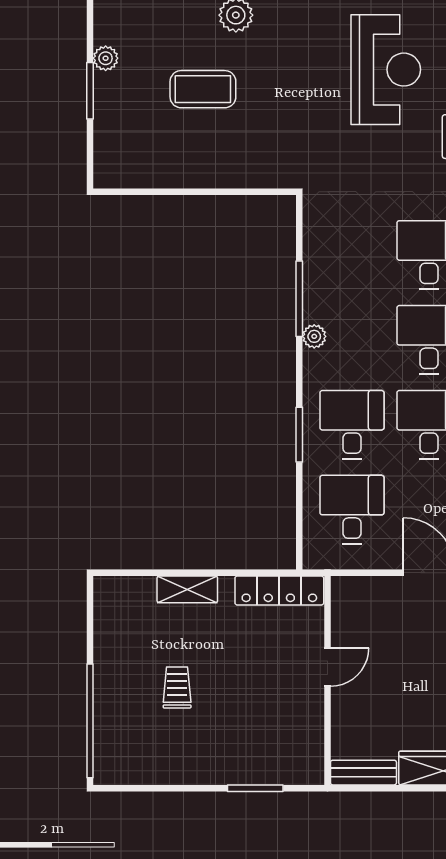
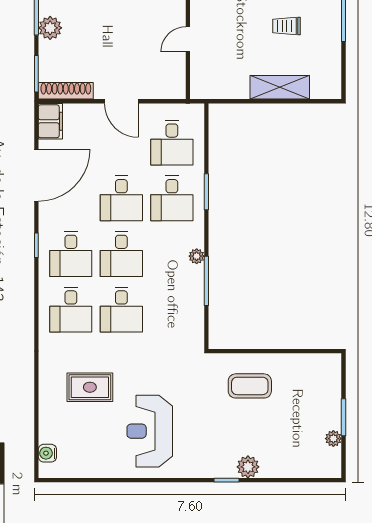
coffee table: (203, 89) -> (250, 386), moved
shelving: (187, 589) -> (280, 87), width x1.50, depth x1.33
locker: (279, 590) -> (219, 90), removed
trolley: (177, 687) -> (286, 26), turned 90

